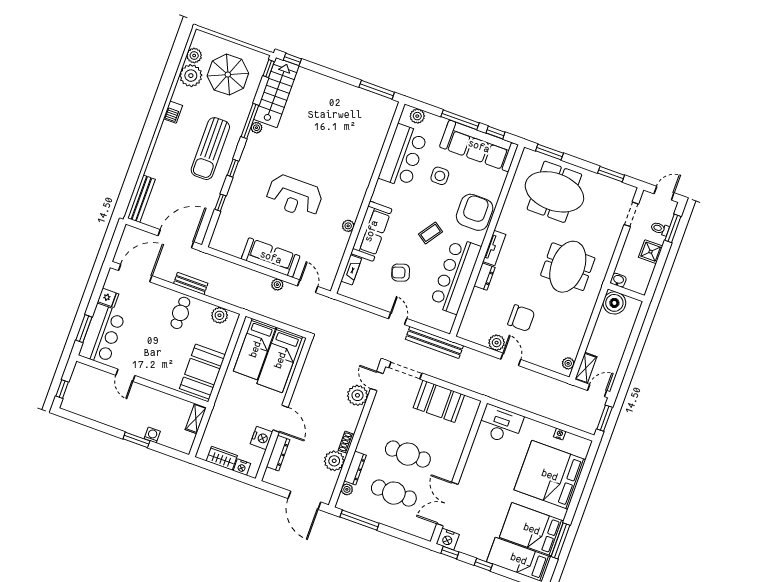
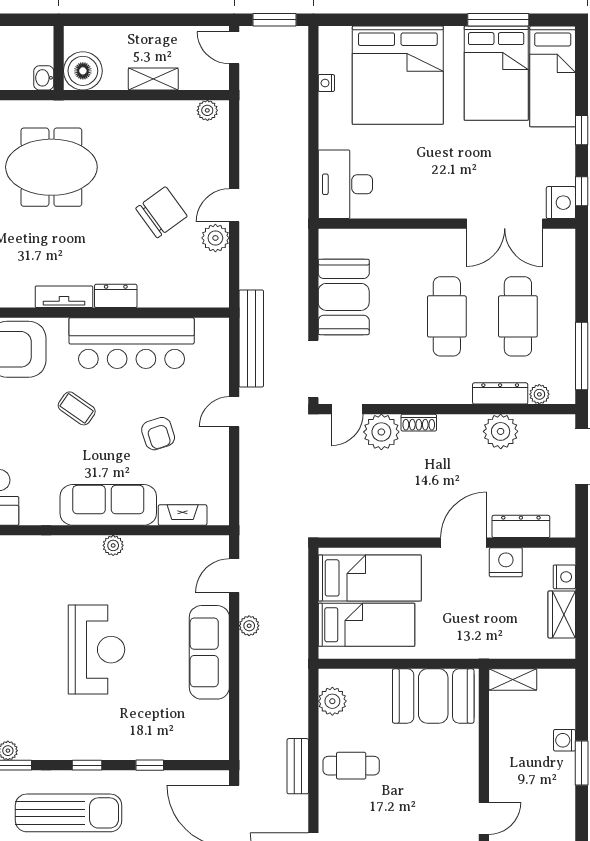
chair: (521, 318) -> (161, 212), turned 54
shelving: (586, 368) -> (153, 79), moved
shoe rack: (346, 442) -> (419, 423), moved

